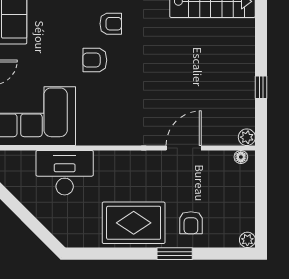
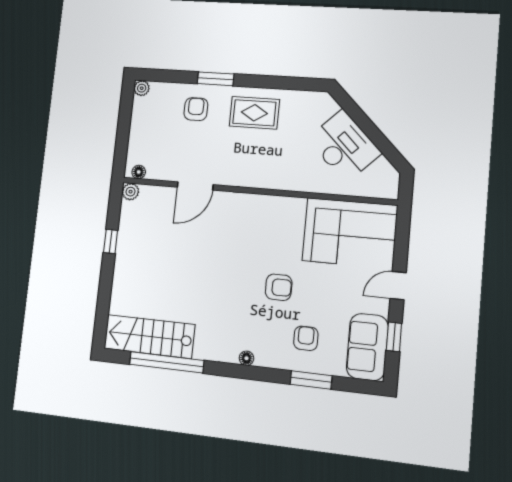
armchair: (111, 24) -> (306, 338), moved, turned 90
desk: (65, 173) -> (344, 146), moved, turned -135
rug: (134, 223) -> (254, 113), width x0.73, depth x0.70

